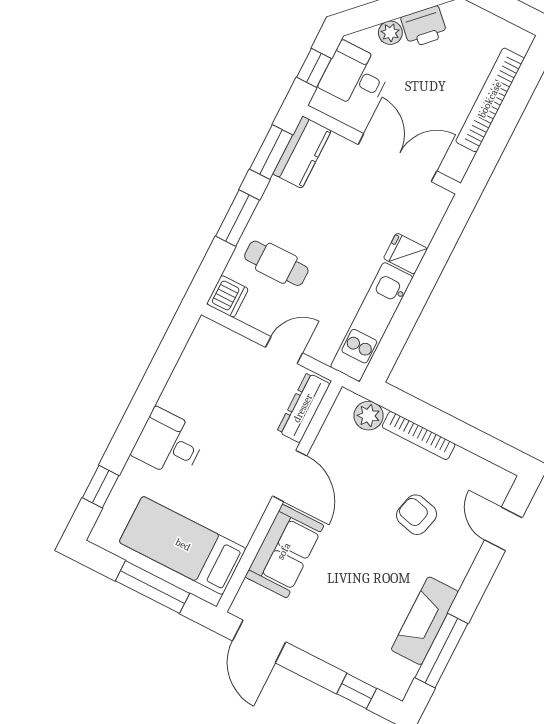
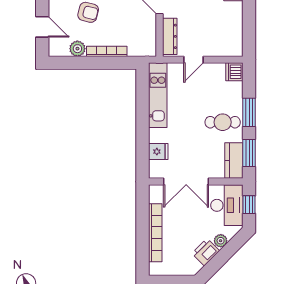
desk: (355, 76) -> (227, 205), width x1.37
fridge: (405, 254) -> (158, 152), moved
cafe table: (276, 263) -> (223, 122), moved
plant: (368, 416) -> (77, 49), moved

